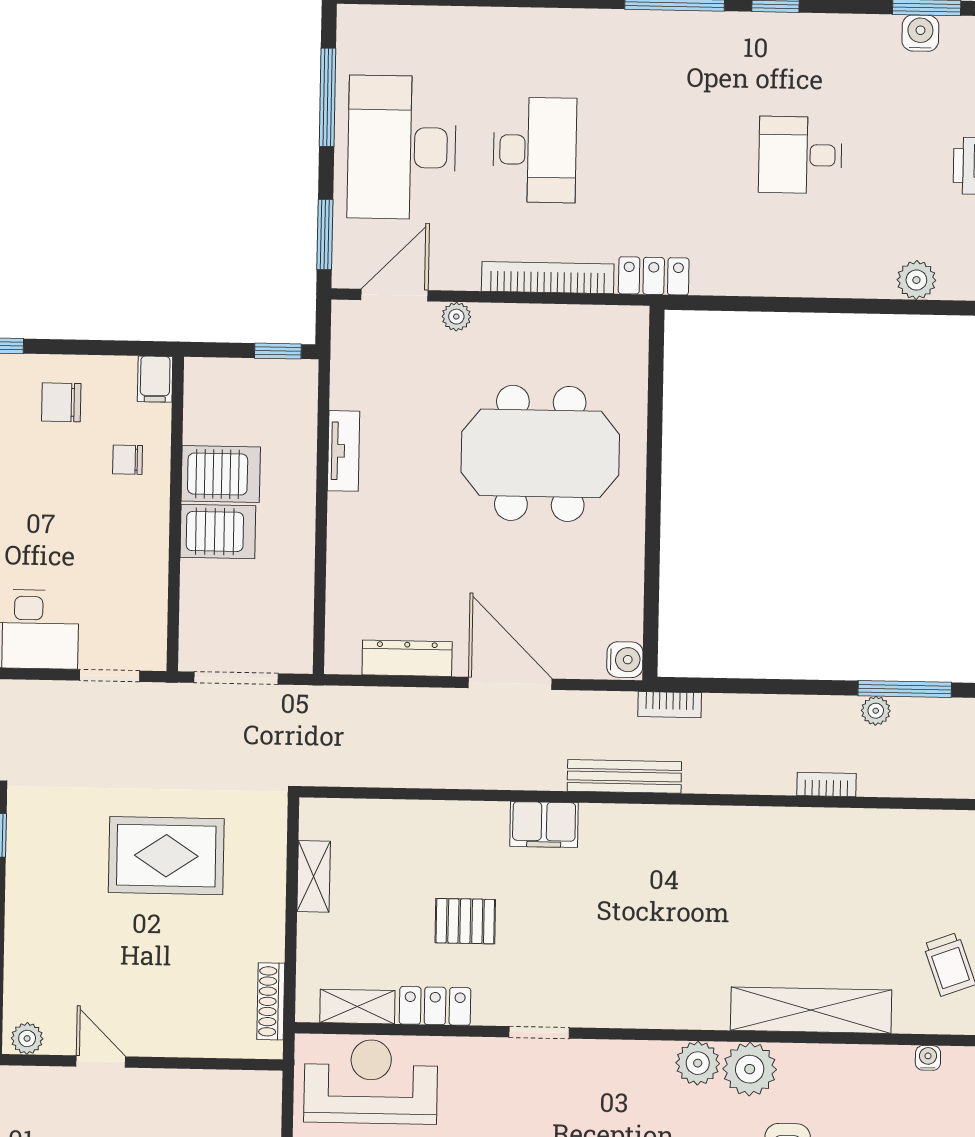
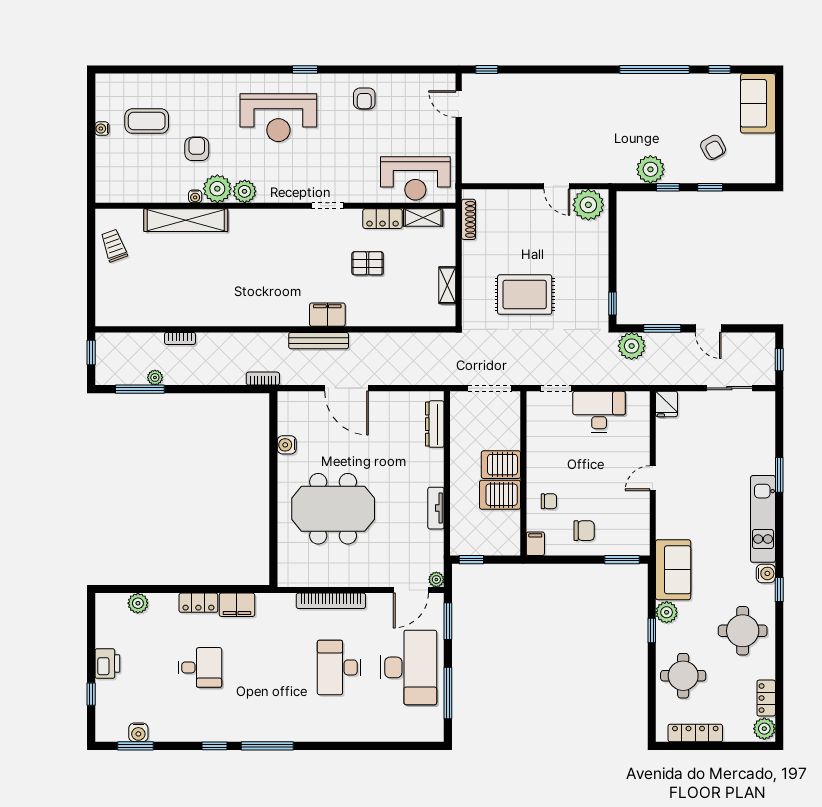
filing cabinet: (727, 273) -> (237, 605), added
locker: (654, 276) -> (198, 603), moved
plant: (456, 317) -> (436, 579), moved
dresser: (407, 658) -> (435, 424), moved, turned 90
water cooler: (625, 660) -> (287, 445), moved
bench: (624, 776) -> (319, 341), moved
plant: (27, 1038) -> (588, 205), width x1.88, depth x1.88
water cooler: (928, 1058) -> (195, 196), moved

